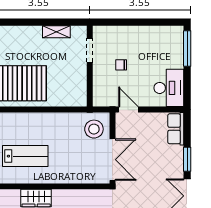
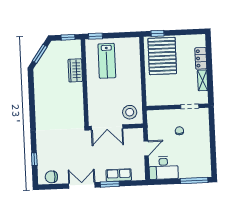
locker: (27, 33) -> (201, 58), added
door: (128, 110) -> (146, 148), moved
row of seats: (176, 129) -> (119, 175), moved

